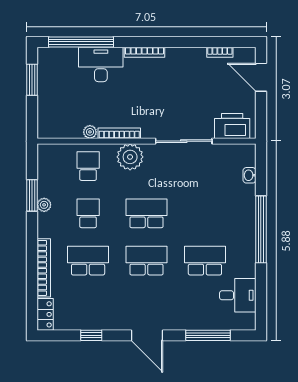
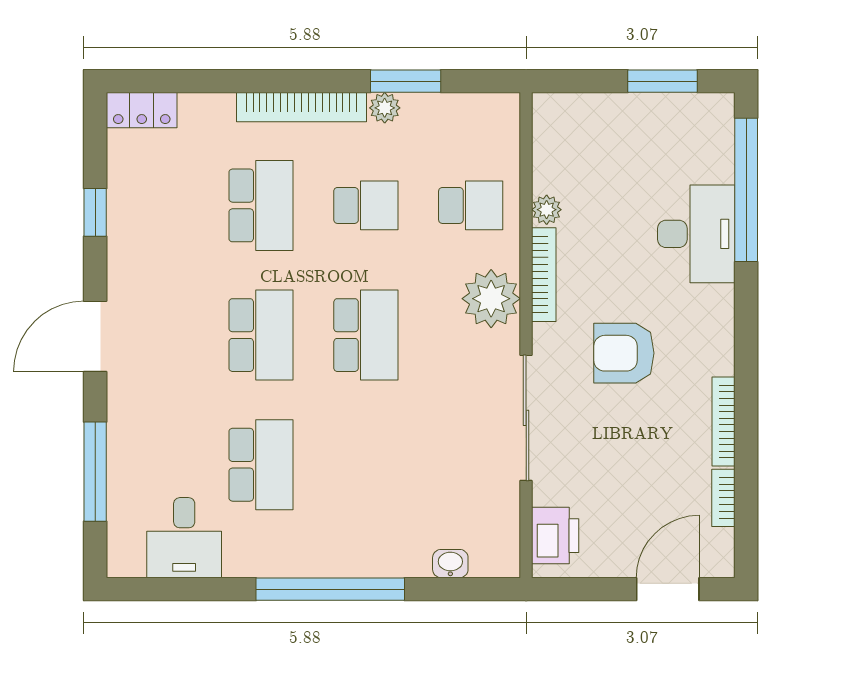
bookcase: (144, 52) -> (723, 422), moved
armchair: (155, 97) -> (624, 353), added
printer: (232, 126) -> (555, 536), width x0.73, depth x0.84
bookcase: (44, 268) -> (301, 107), moved

